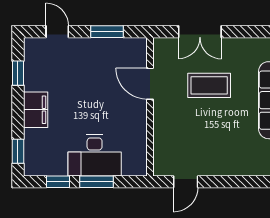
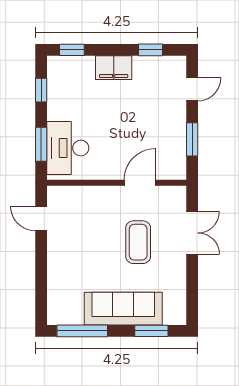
double door: (200, 32) -> (192, 233), swing flipped
desk: (95, 155) -> (68, 148), moved
window: (97, 182) -> (41, 144), moved

